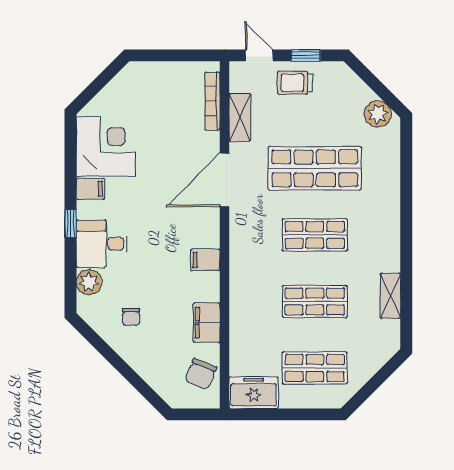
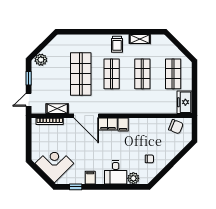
trolley: (295, 83) -> (117, 44), moved
plant: (378, 114) -> (41, 60), moved
corner desk: (106, 147) -> (54, 163), moved, turned 45
window: (71, 223) -> (76, 187), moved
filing cabinet: (207, 323) -> (108, 124), moved

